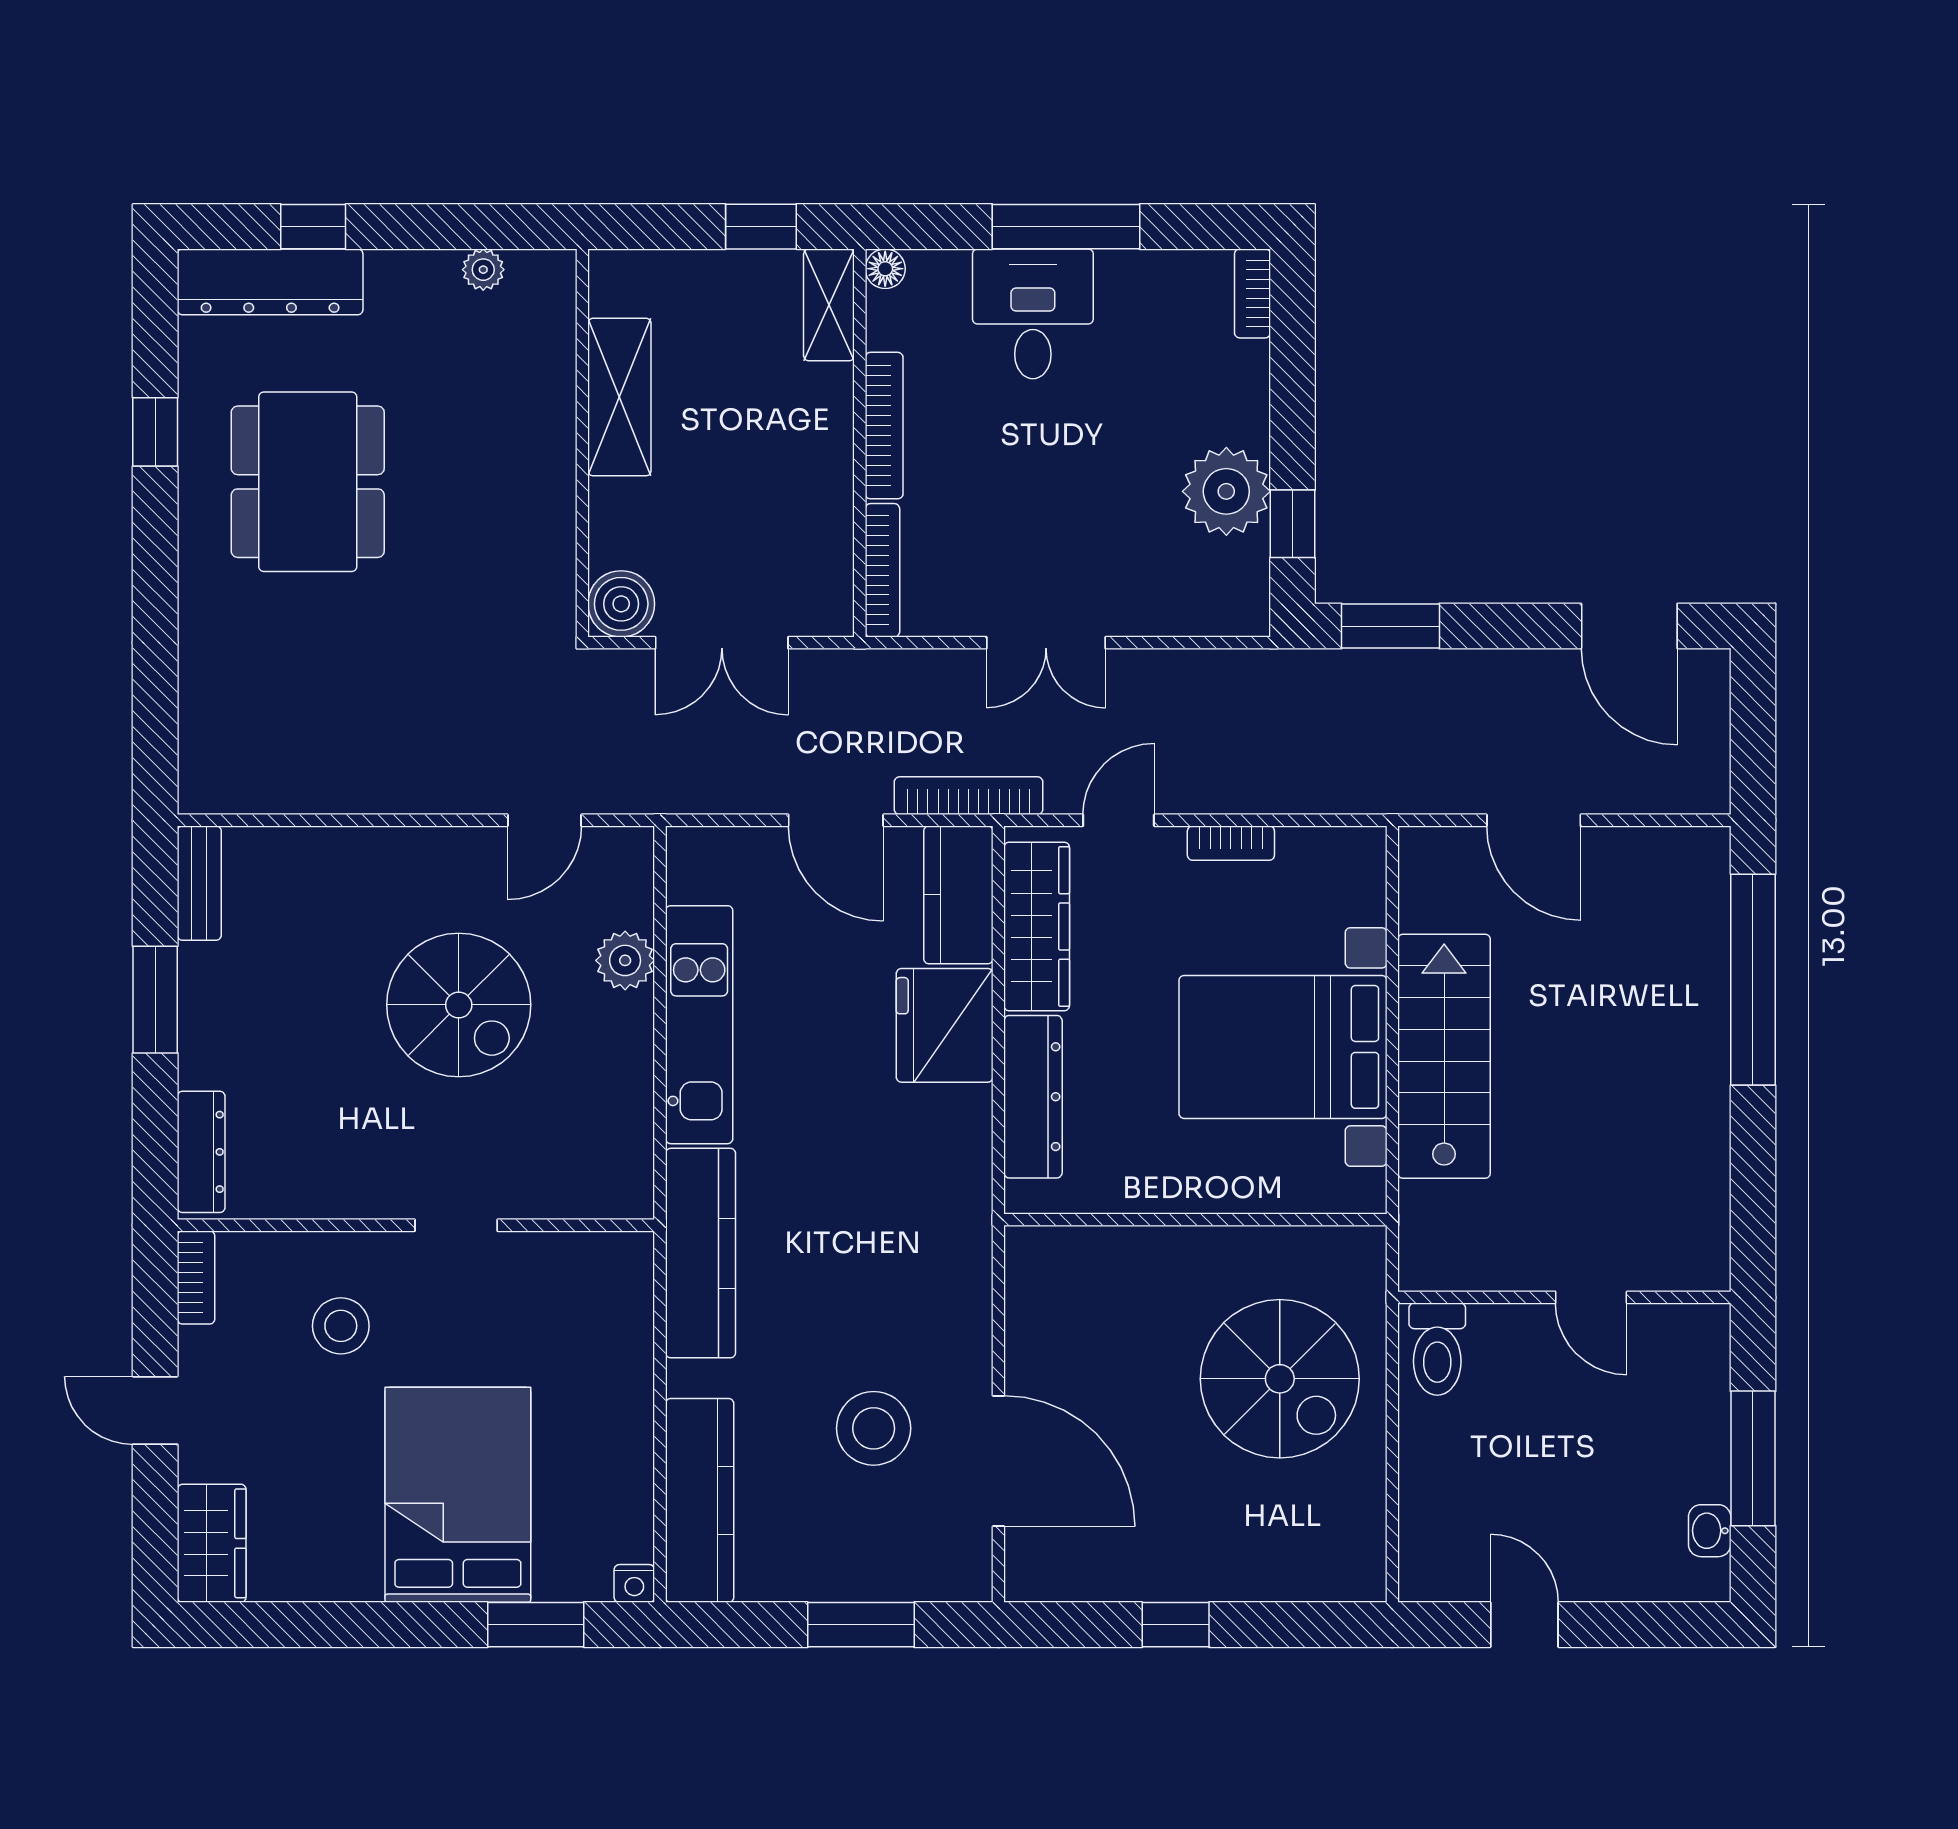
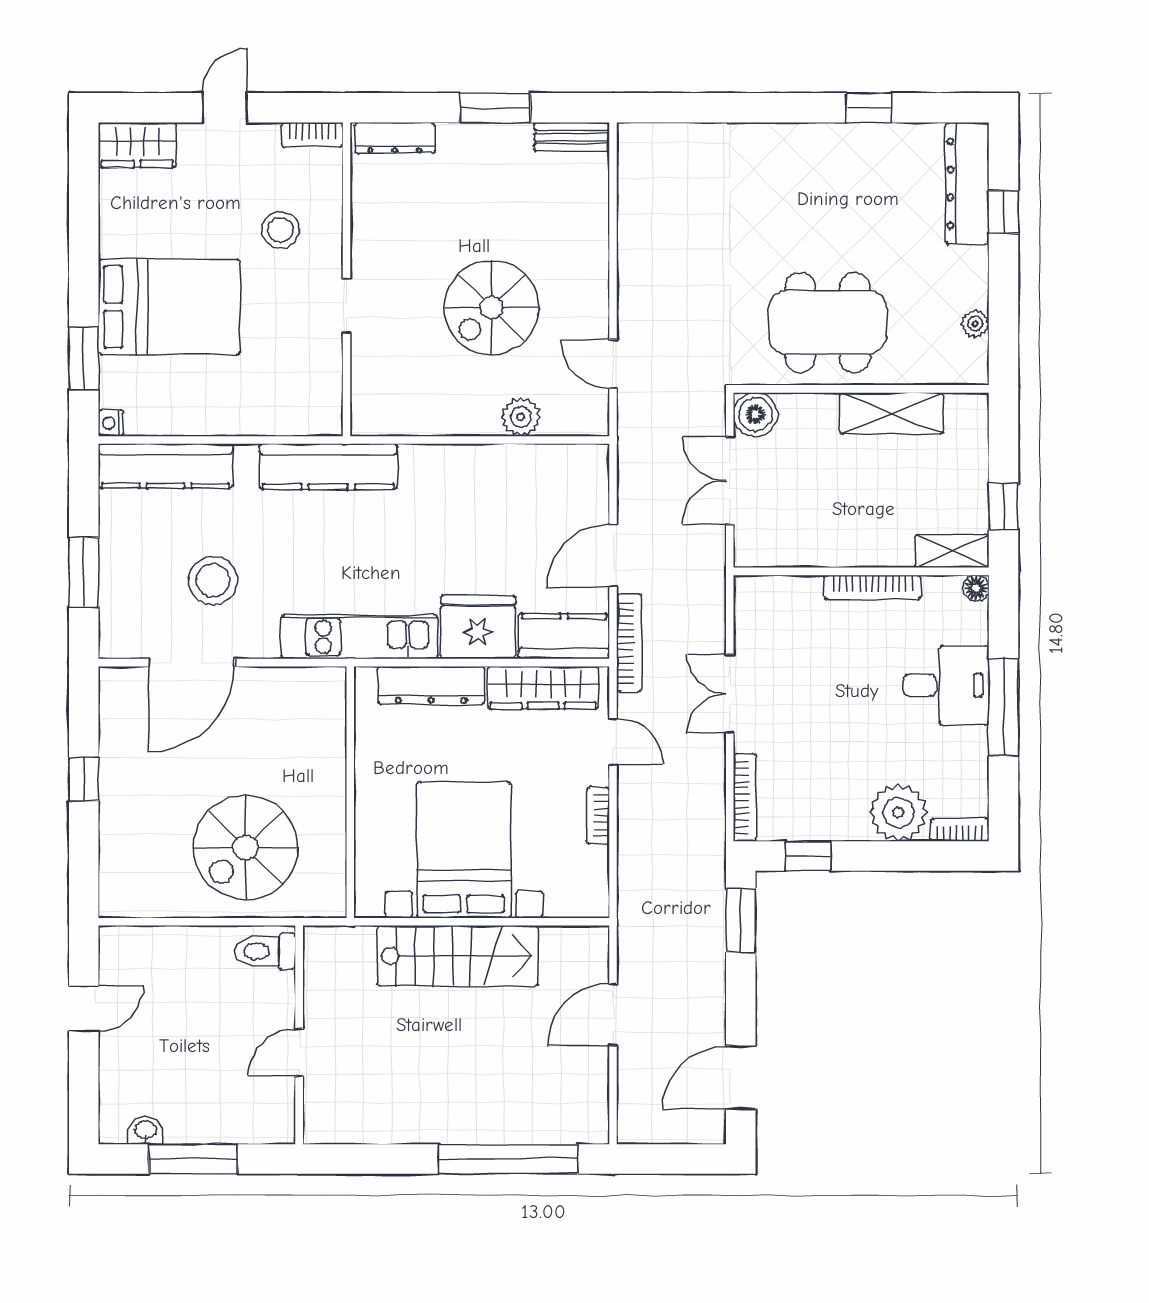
dining table: (308, 482) -> (827, 322), moved
plant: (1226, 491) -> (898, 813), moved
bookcase: (882, 570) -> (745, 798), moved, turned -90
kitchen unit: (699, 1025) -> (359, 637), moved, turned 180

